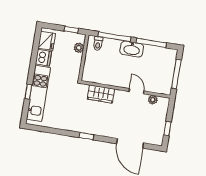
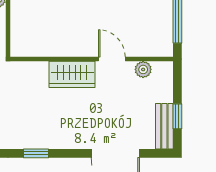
wardrobe: (101, 94) -> (72, 74), moved
bench: (159, 133) -> (164, 126), added

